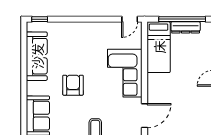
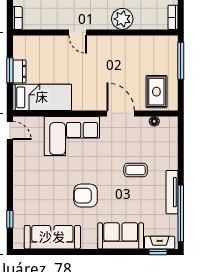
window: (40, 19) -> (10, 219), moved
window: (182, 19) -> (10, 70), width x0.47
dresser: (186, 27) -> (19, 71), width x0.70

